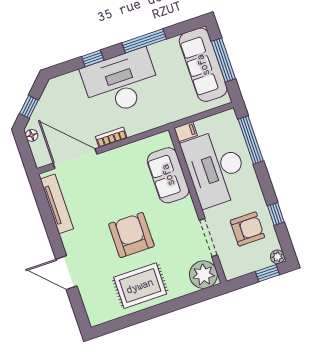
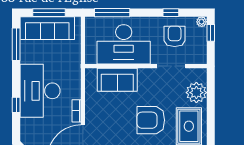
window: (144, 41) -> (16, 44), moved
filing cabinet: (186, 132) -> (91, 57), removed
plant: (203, 275) -> (196, 93), moved

